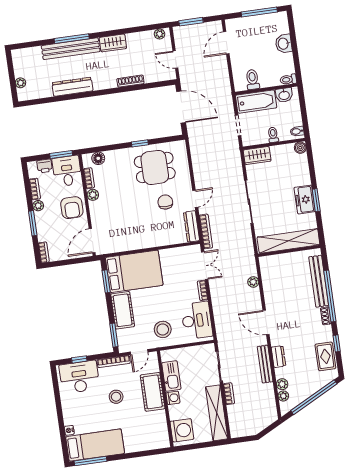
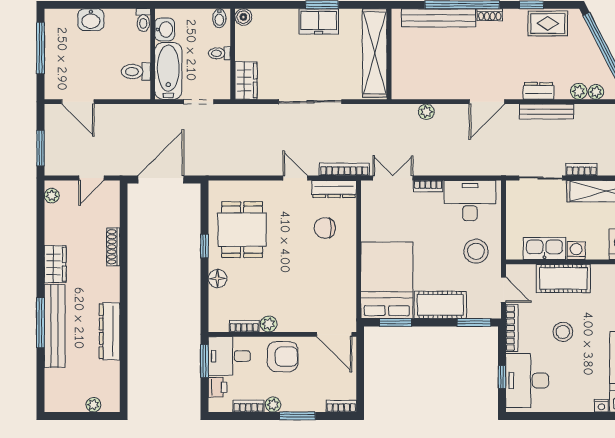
floor lamp: (98, 158) -> (217, 279), moved
chair: (165, 202) -> (325, 228), moved

